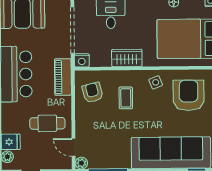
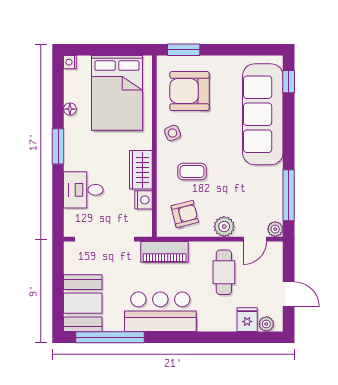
nightstand: (82, 60) -> (143, 200), moved
armchair: (93, 92) -> (185, 214), turned 180
plant: (83, 123) -> (224, 227), added

